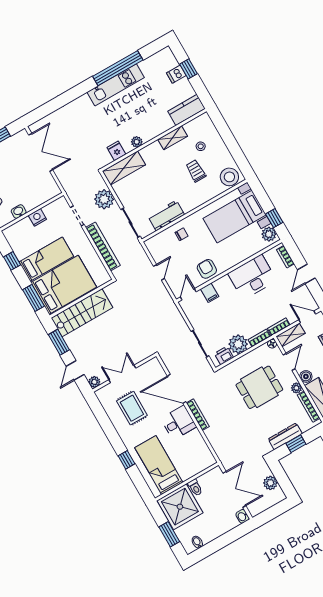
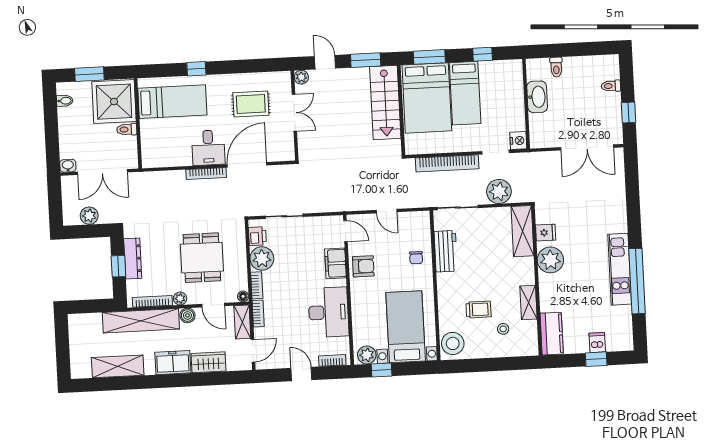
plant: (137, 142) -> (550, 260), width x1.88, depth x1.88
washbasin: (19, 212) -> (537, 97), width x1.91, depth x1.45
nightstand: (37, 217) -> (518, 141), moved
filing cabinet: (210, 293) -> (335, 263), width x2.00

